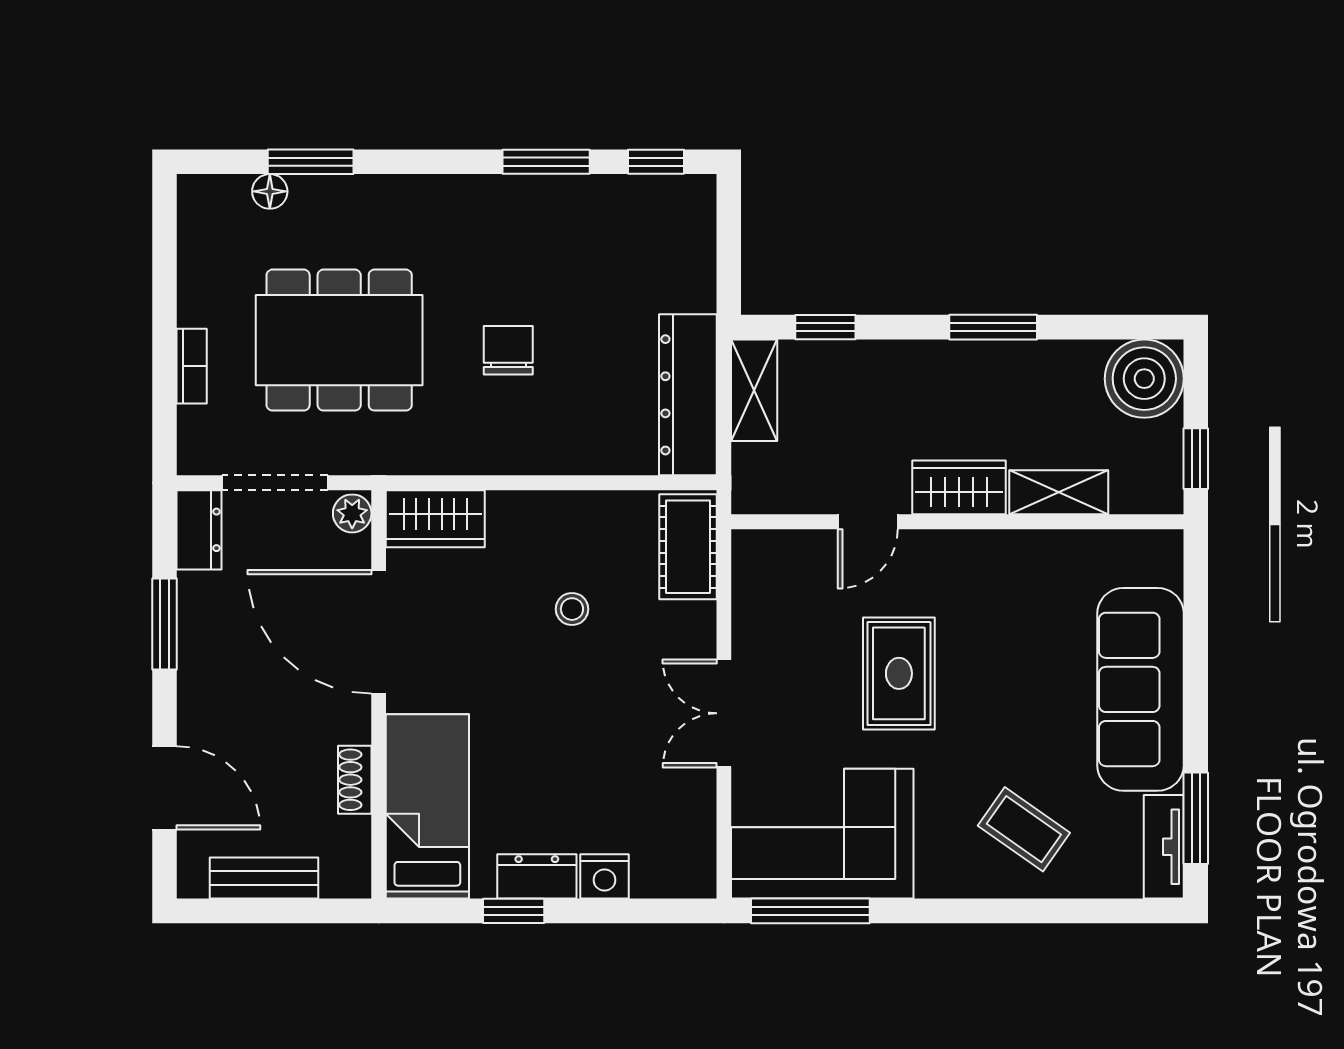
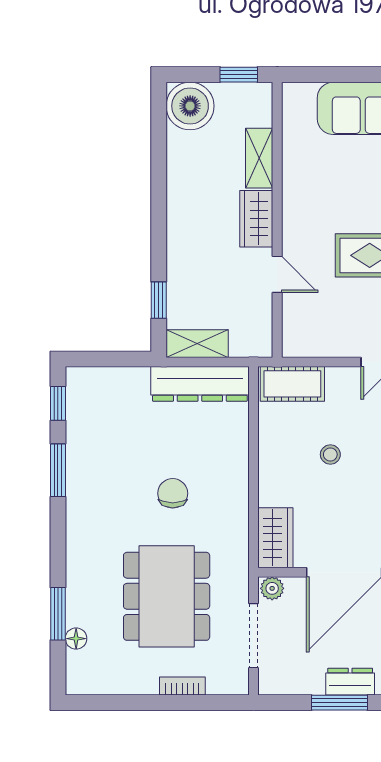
window: (993, 327) -> (159, 198), removed
chair: (508, 350) -> (173, 493), turned 90
dresser: (199, 530) -> (350, 682), moved

